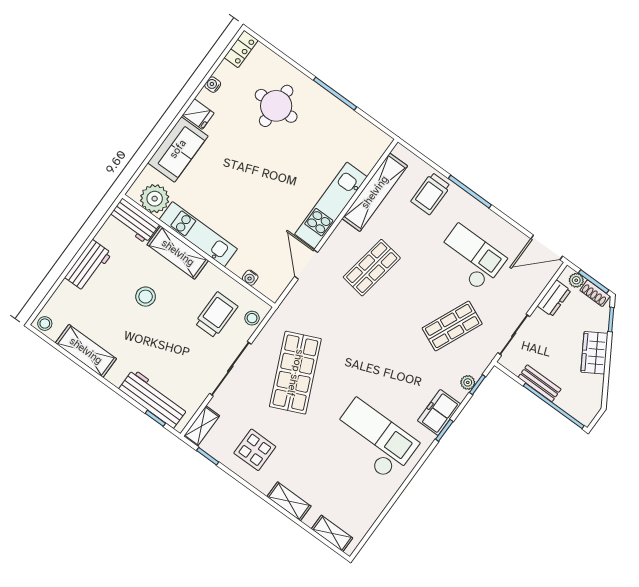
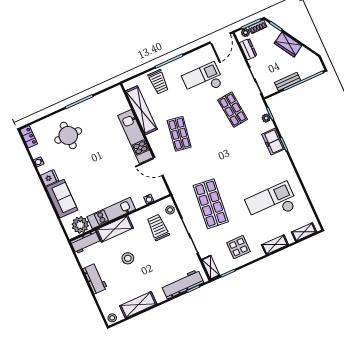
shop shelf: (452, 326) -> (233, 110), turned -30
shop shelf: (295, 373) -> (211, 204), turned 30
checkout: (374, 440) -> (272, 203), moved

